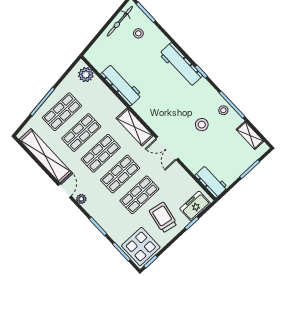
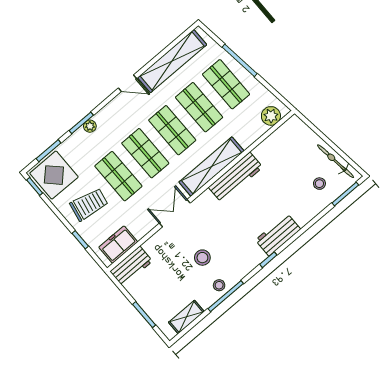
workbench: (181, 65) -> (278, 235), width x0.73
workbench: (121, 85) -> (236, 177), moved
shelving: (135, 127) -> (212, 167), width x1.47
plant: (81, 199) -> (90, 126), moved
freezer: (195, 206) -> (118, 245), moved, turned -90

